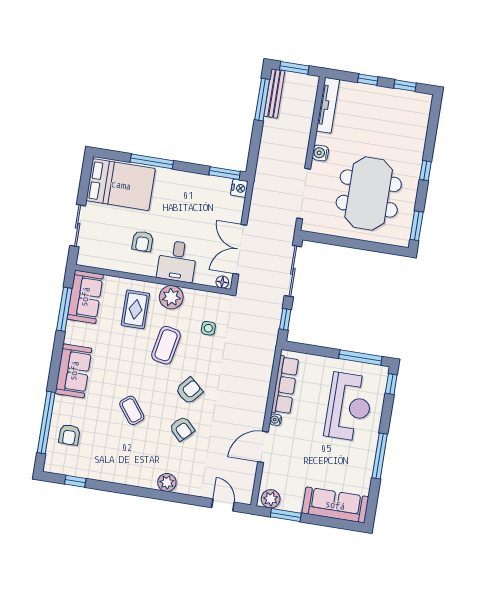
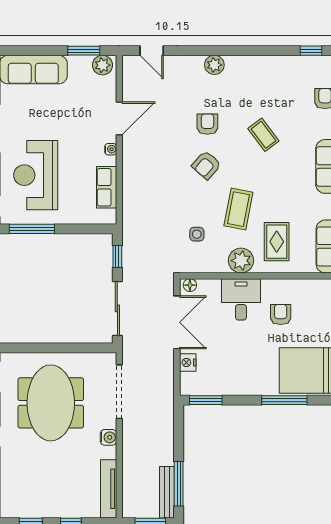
nightstand: (239, 188) -> (188, 362), moved
row of seats: (285, 385) -> (107, 187), width x0.68
armchair: (182, 429) -> (207, 124), turned 45

